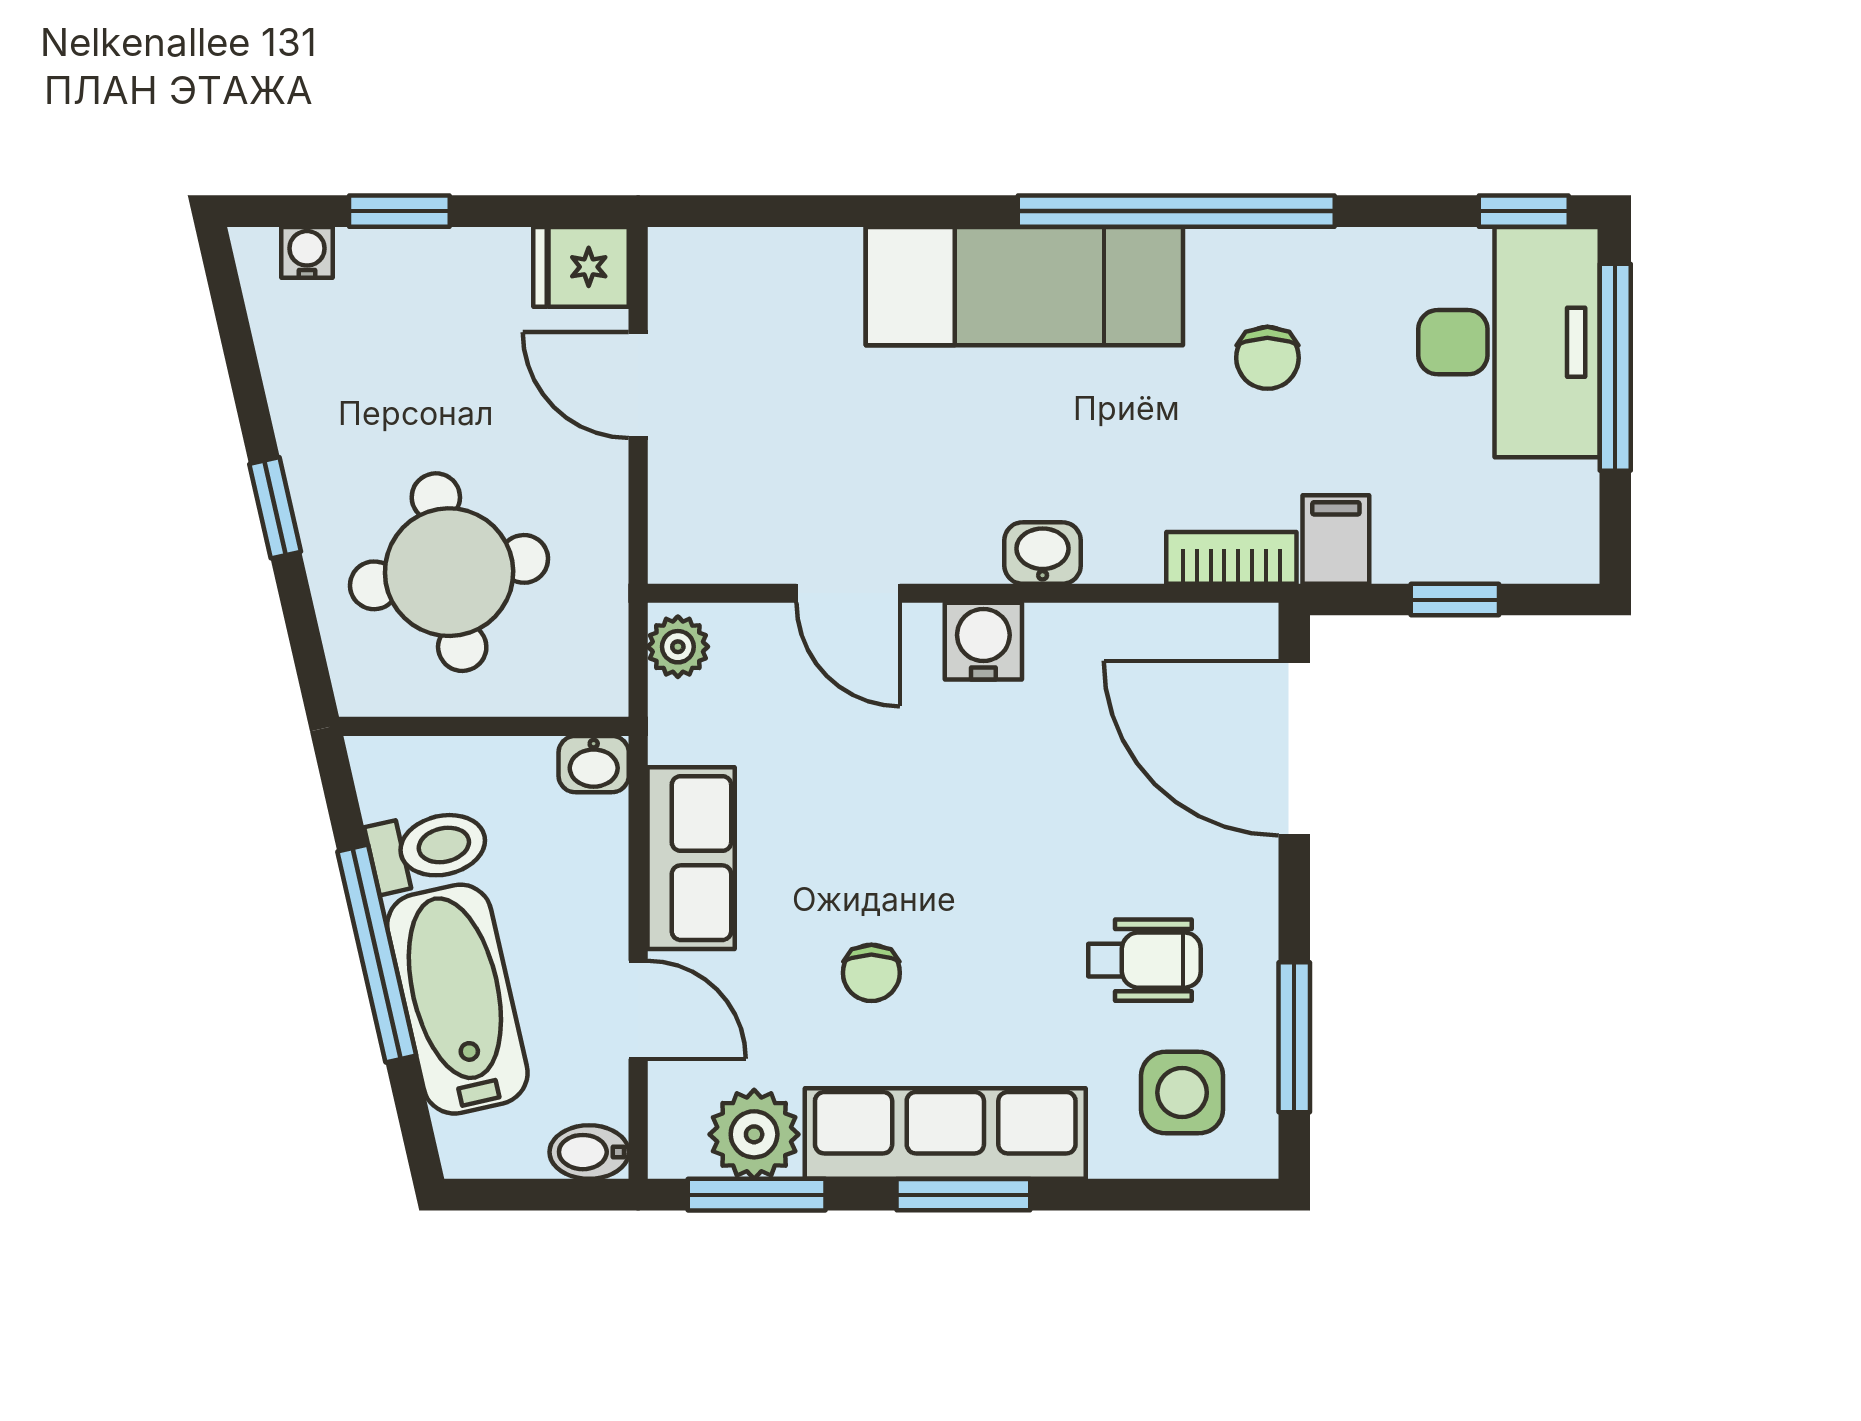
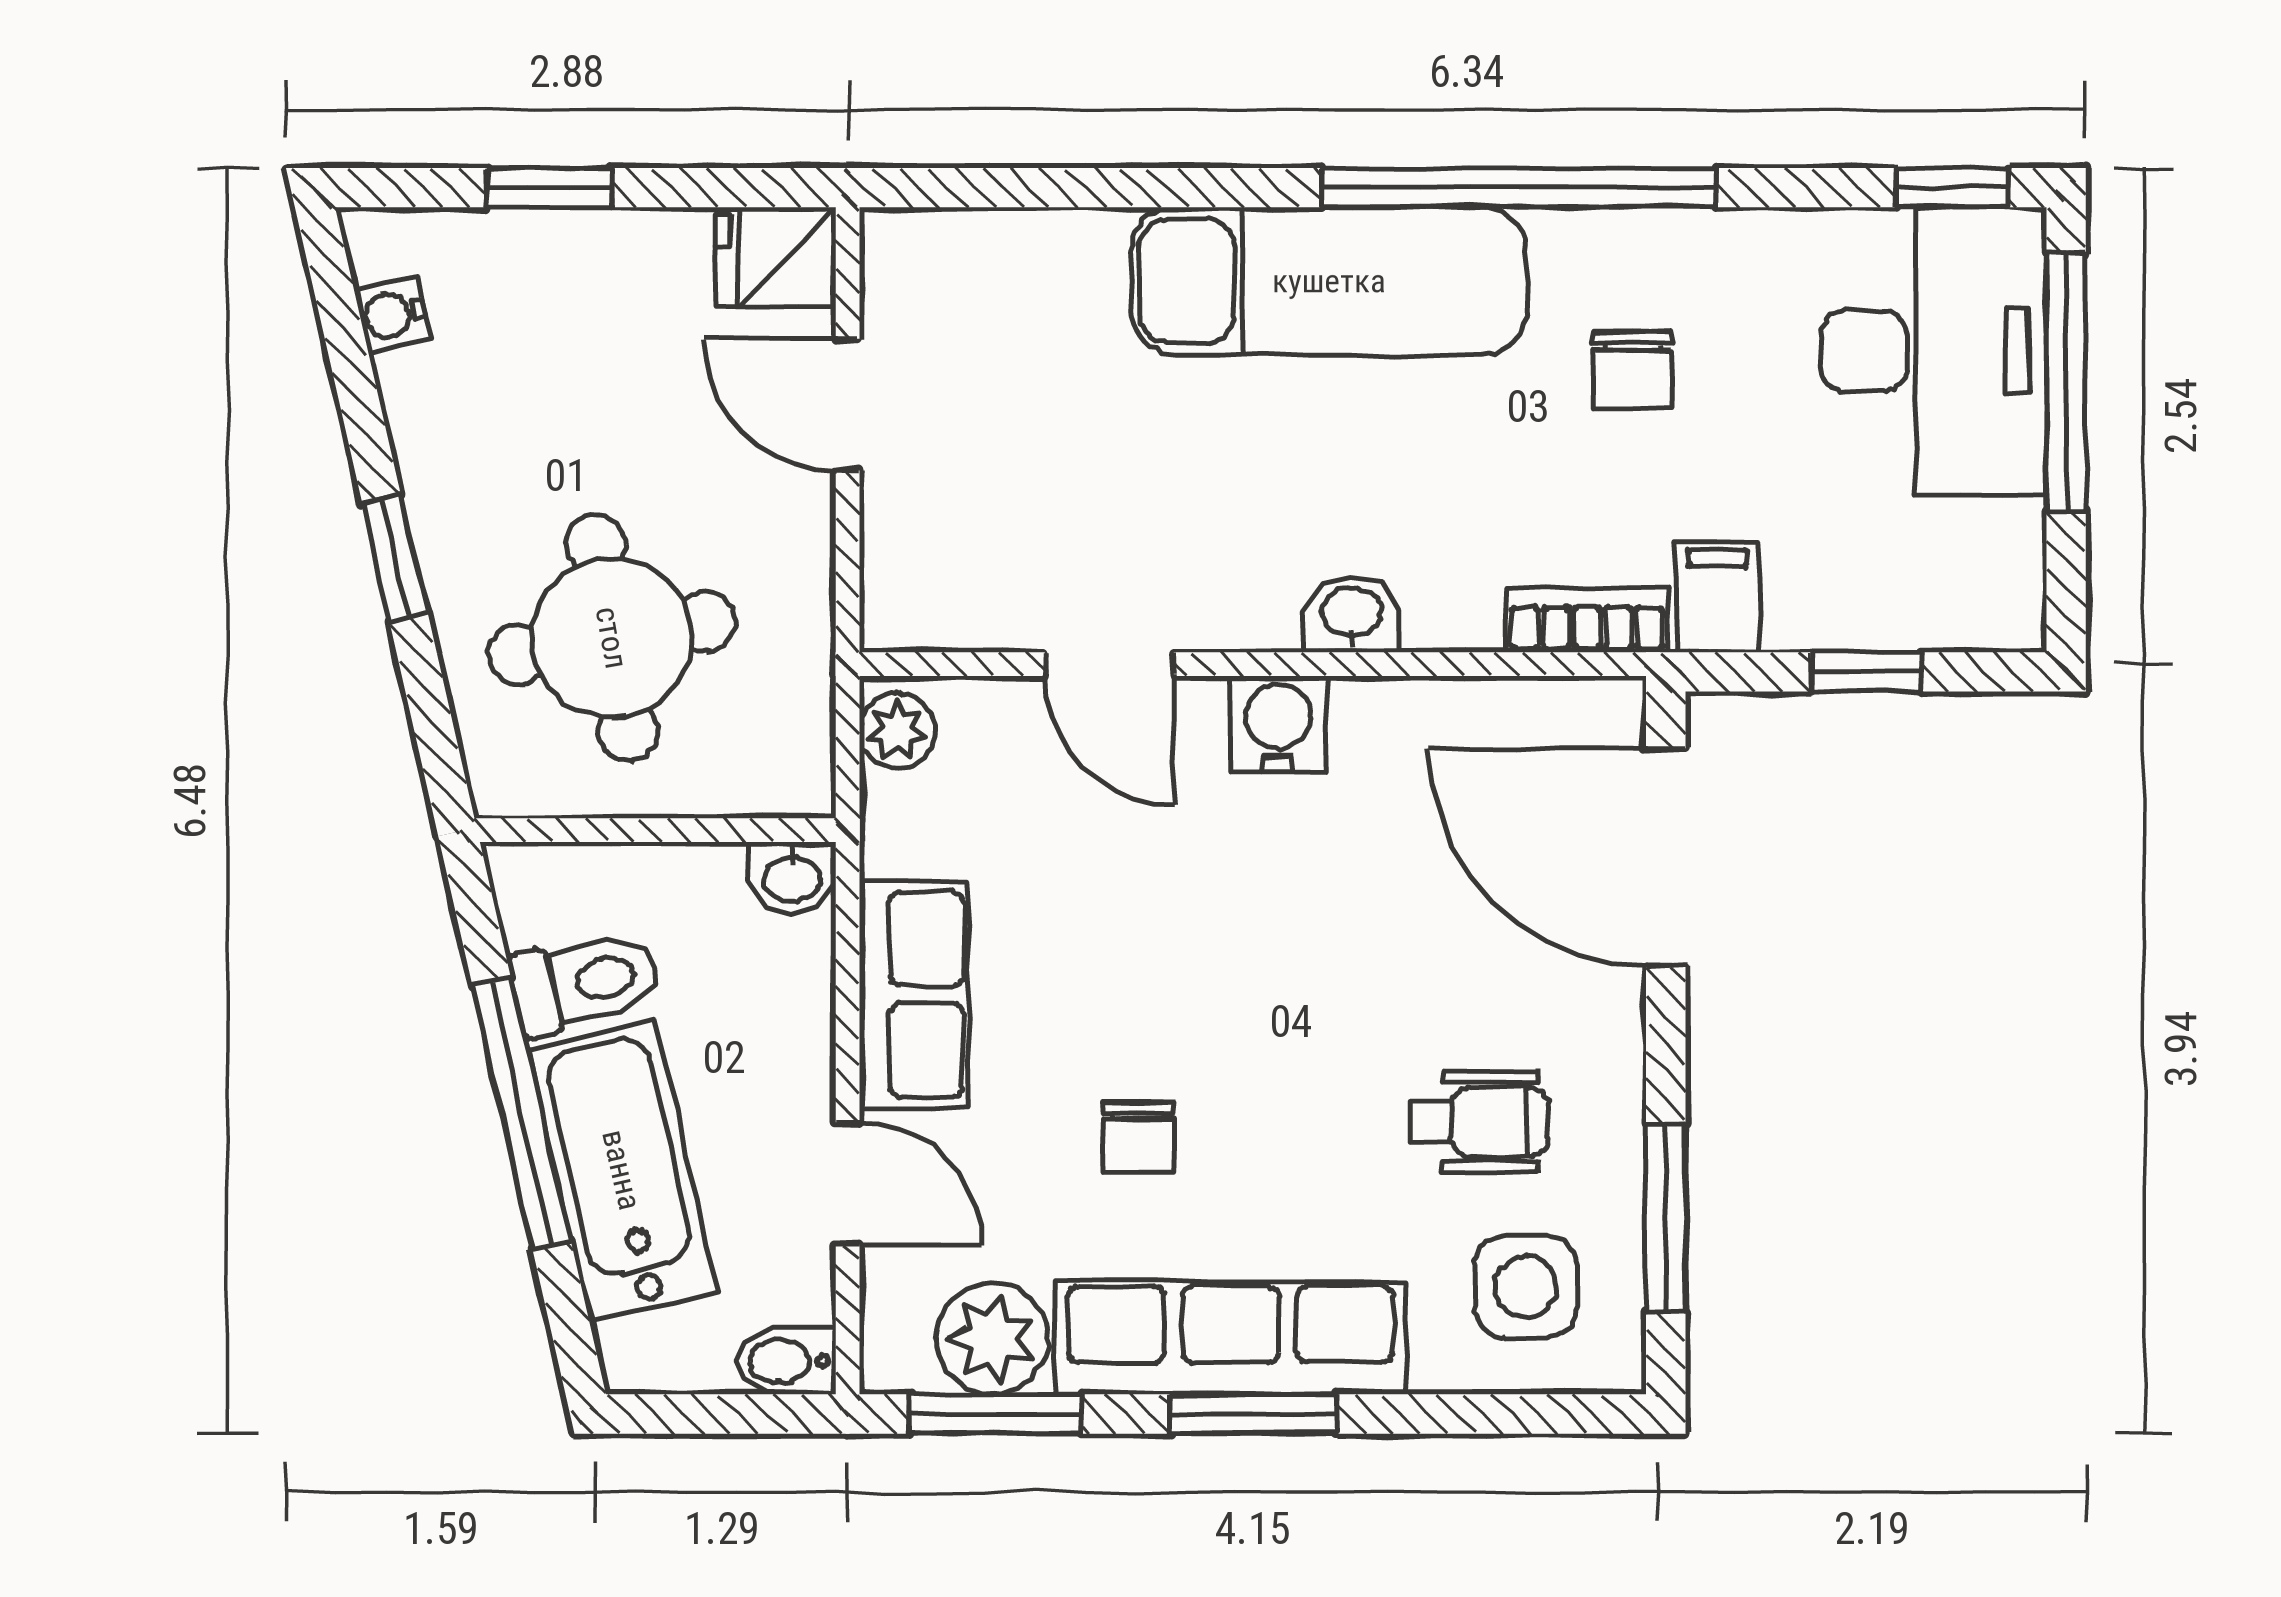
water cooler: (307, 252) -> (392, 315), moved, turned -103

